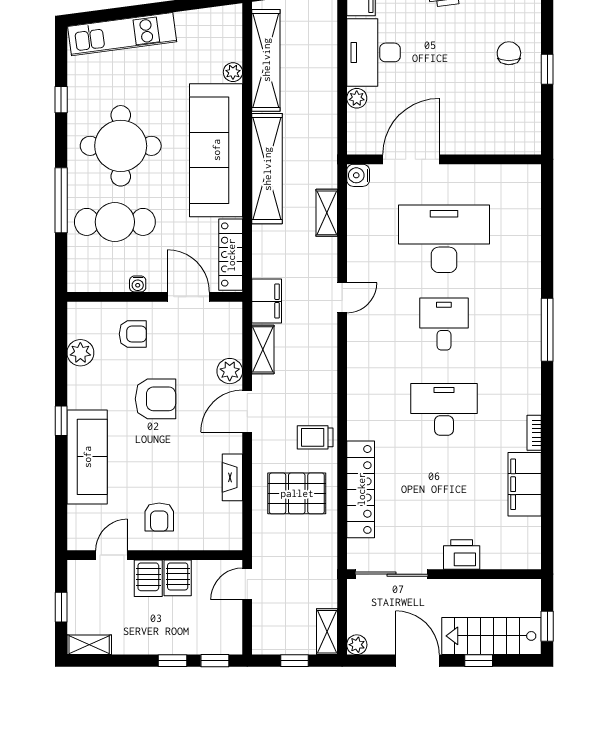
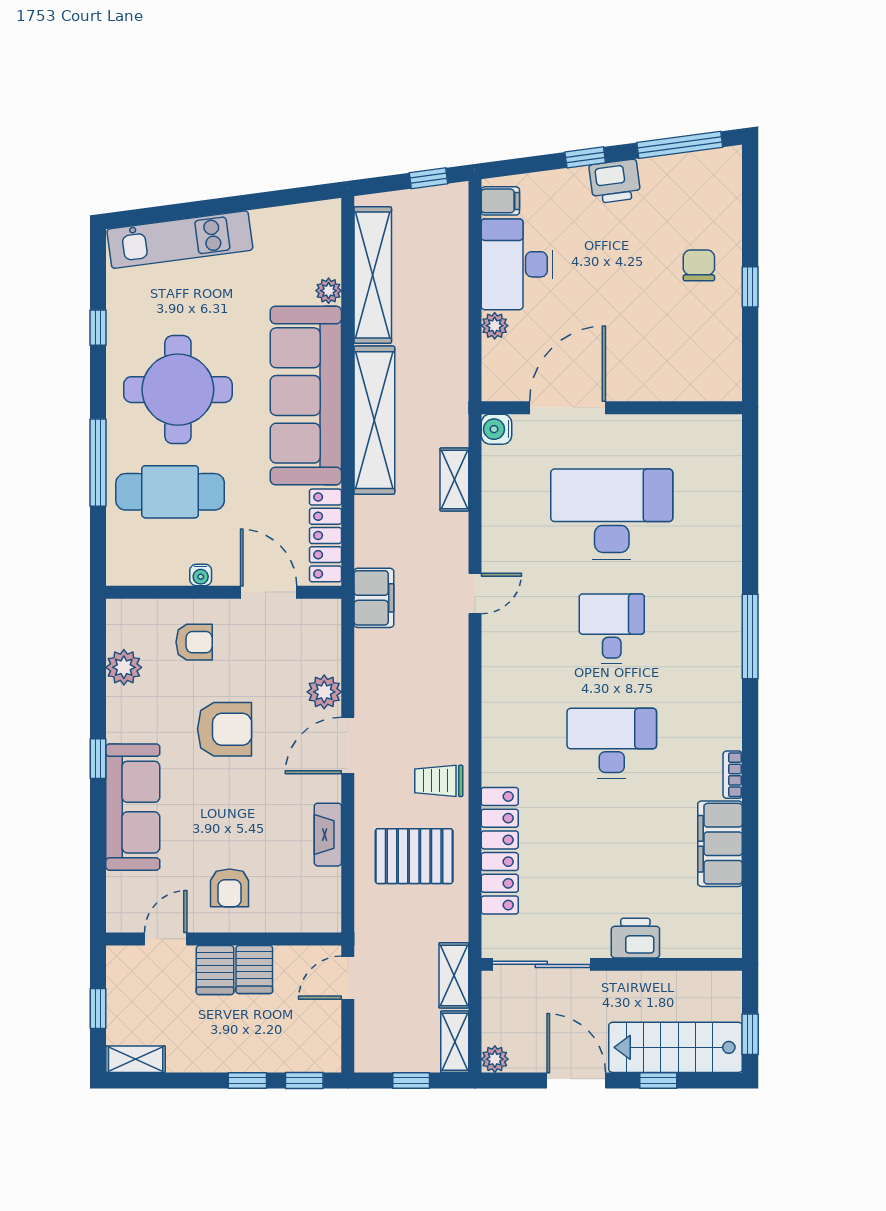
shelving: (263, 349) -> (454, 975), moved

